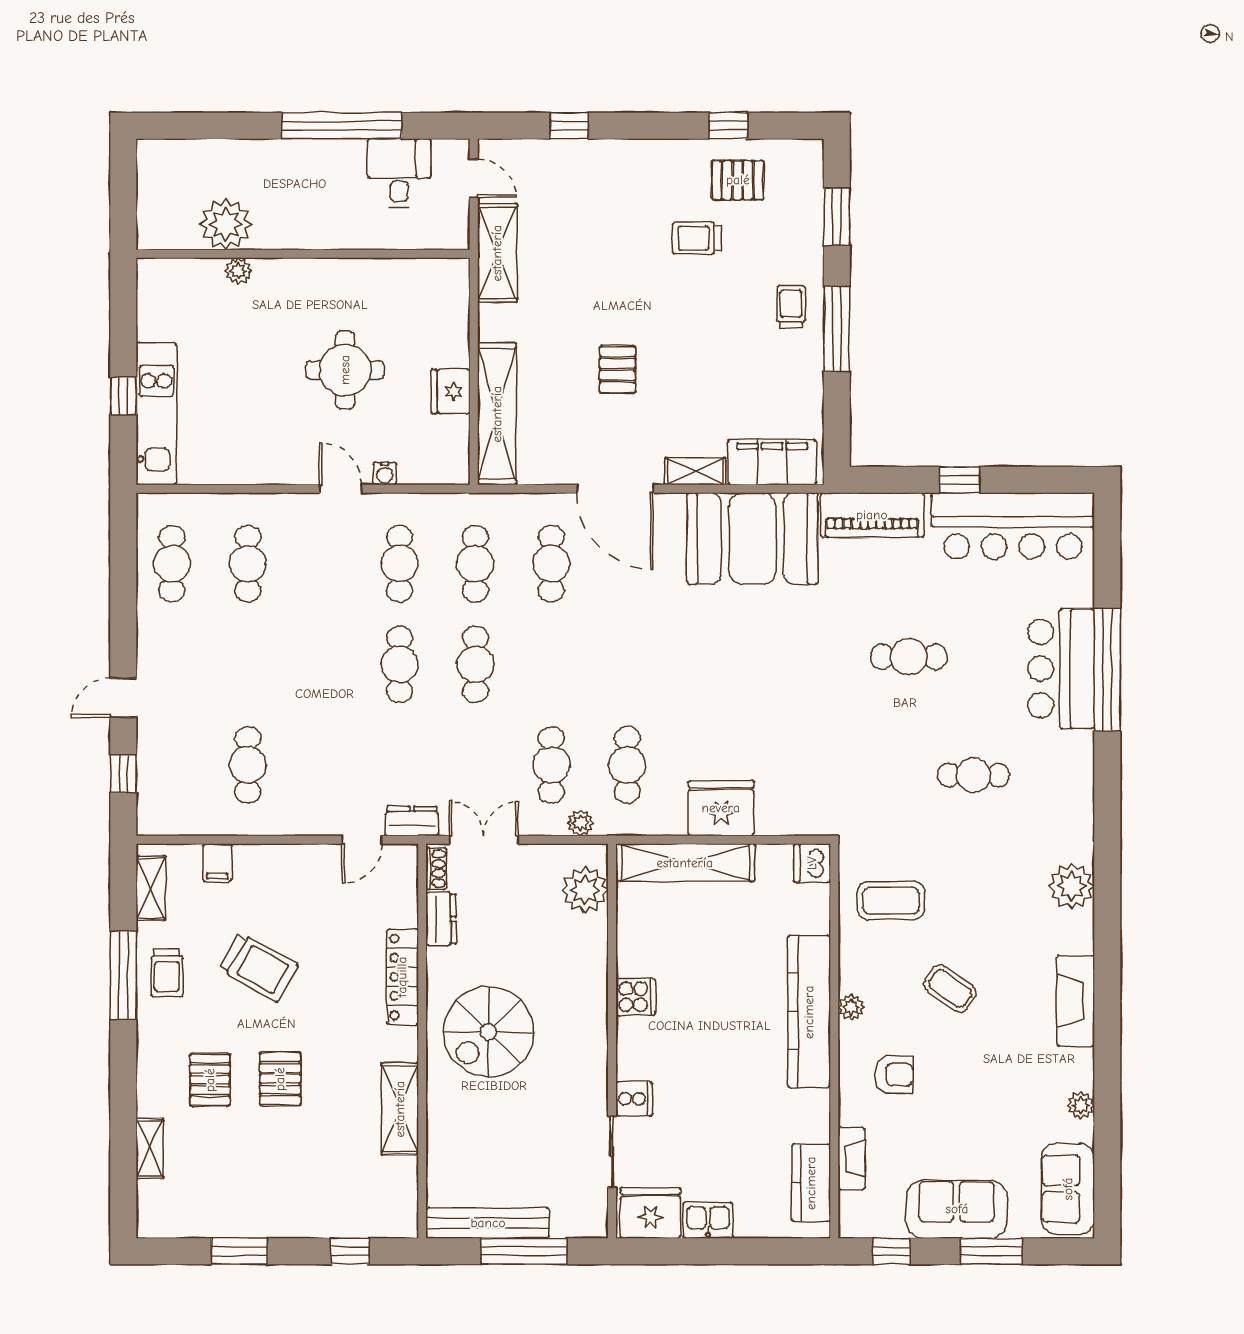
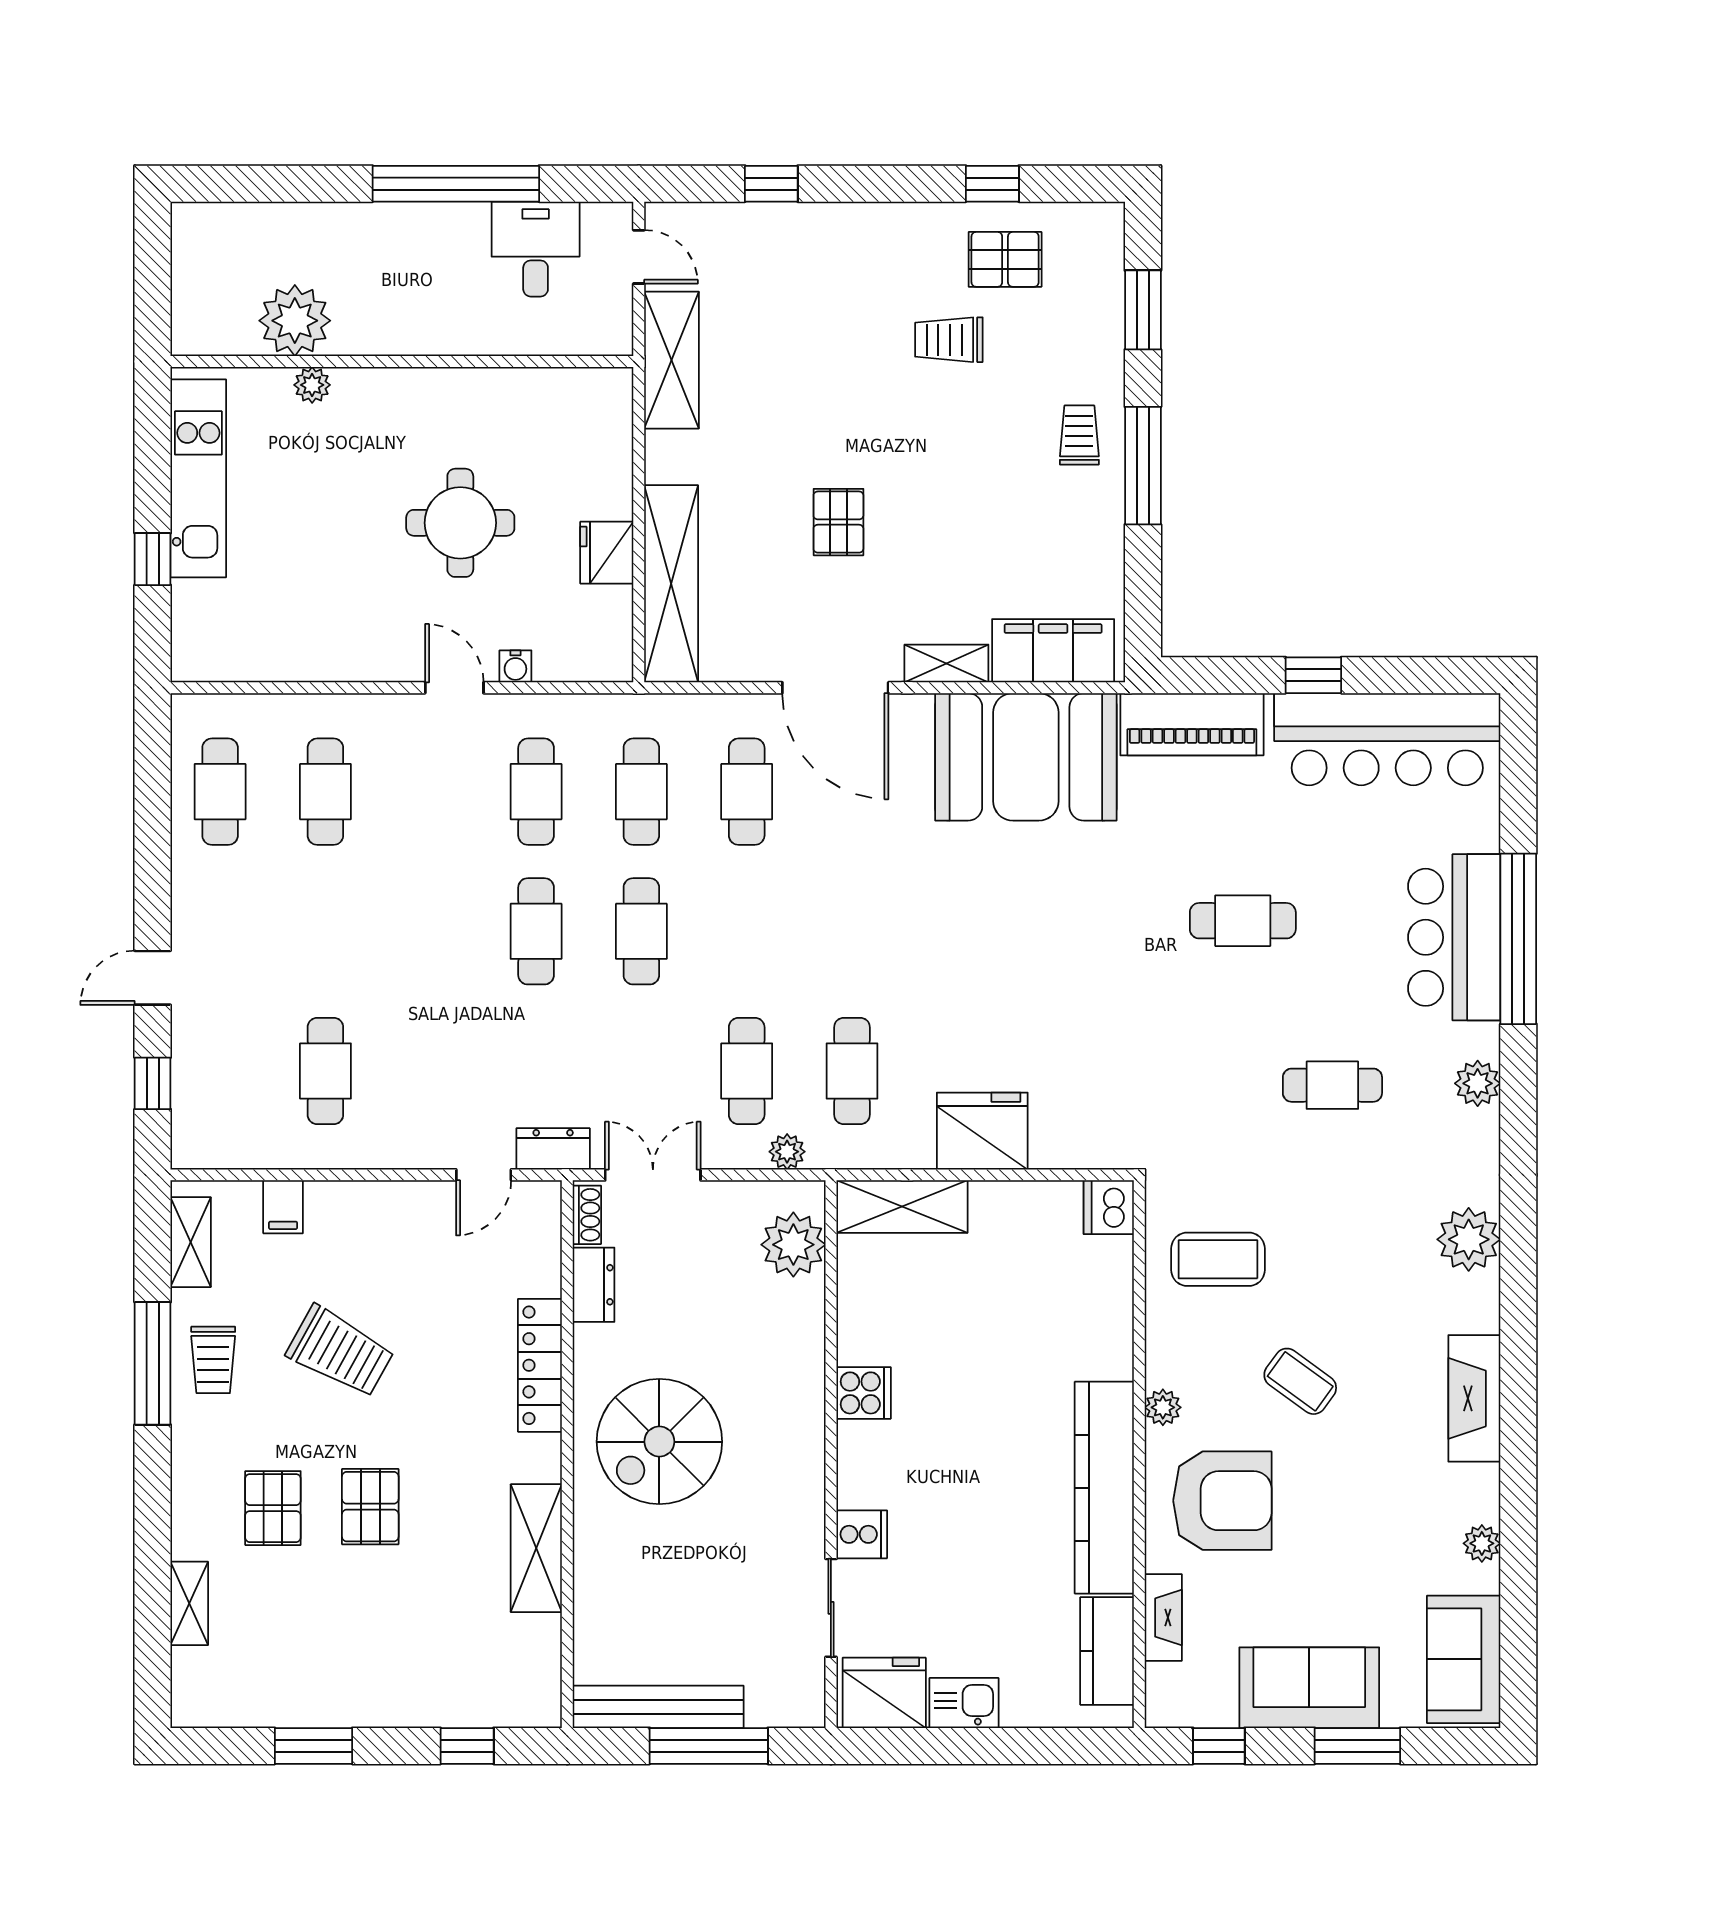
kitchen unit: (156, 414) -> (198, 478), moved
plant: (1078, 774) -> (1478, 1083), added
shelving: (685, 863) -> (902, 1206), width x0.68
kitchen counter: (809, 1012) -> (1104, 1488), moved
armchair: (894, 1075) -> (1222, 1501), width x1.88, depth x1.88

